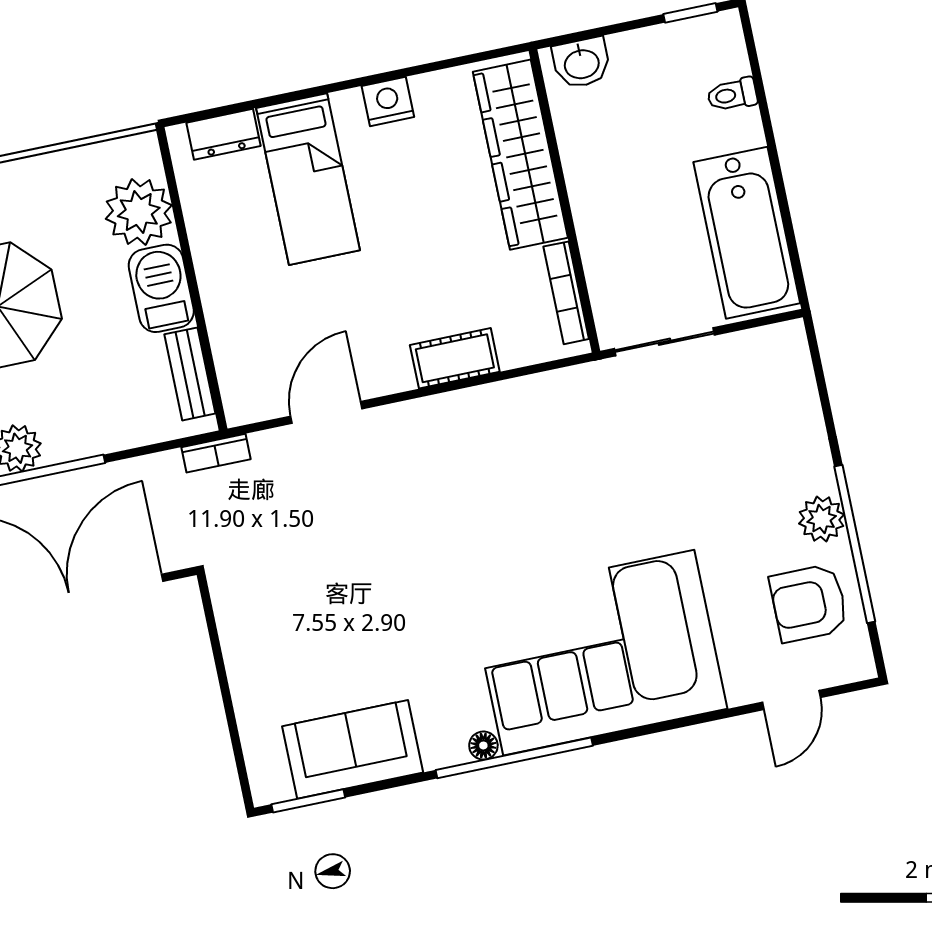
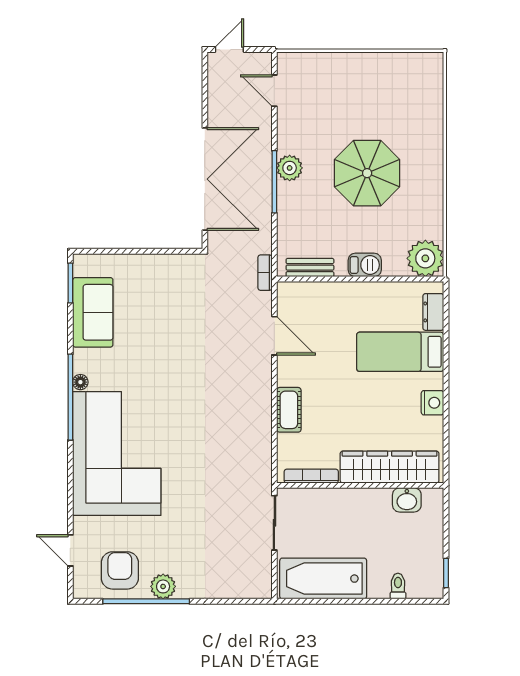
washbasin: (581, 63) -> (407, 500), moved, turned -90
plant: (139, 212) -> (425, 258), moved
barbecue: (161, 288) -> (365, 265), width x0.73, depth x0.79

